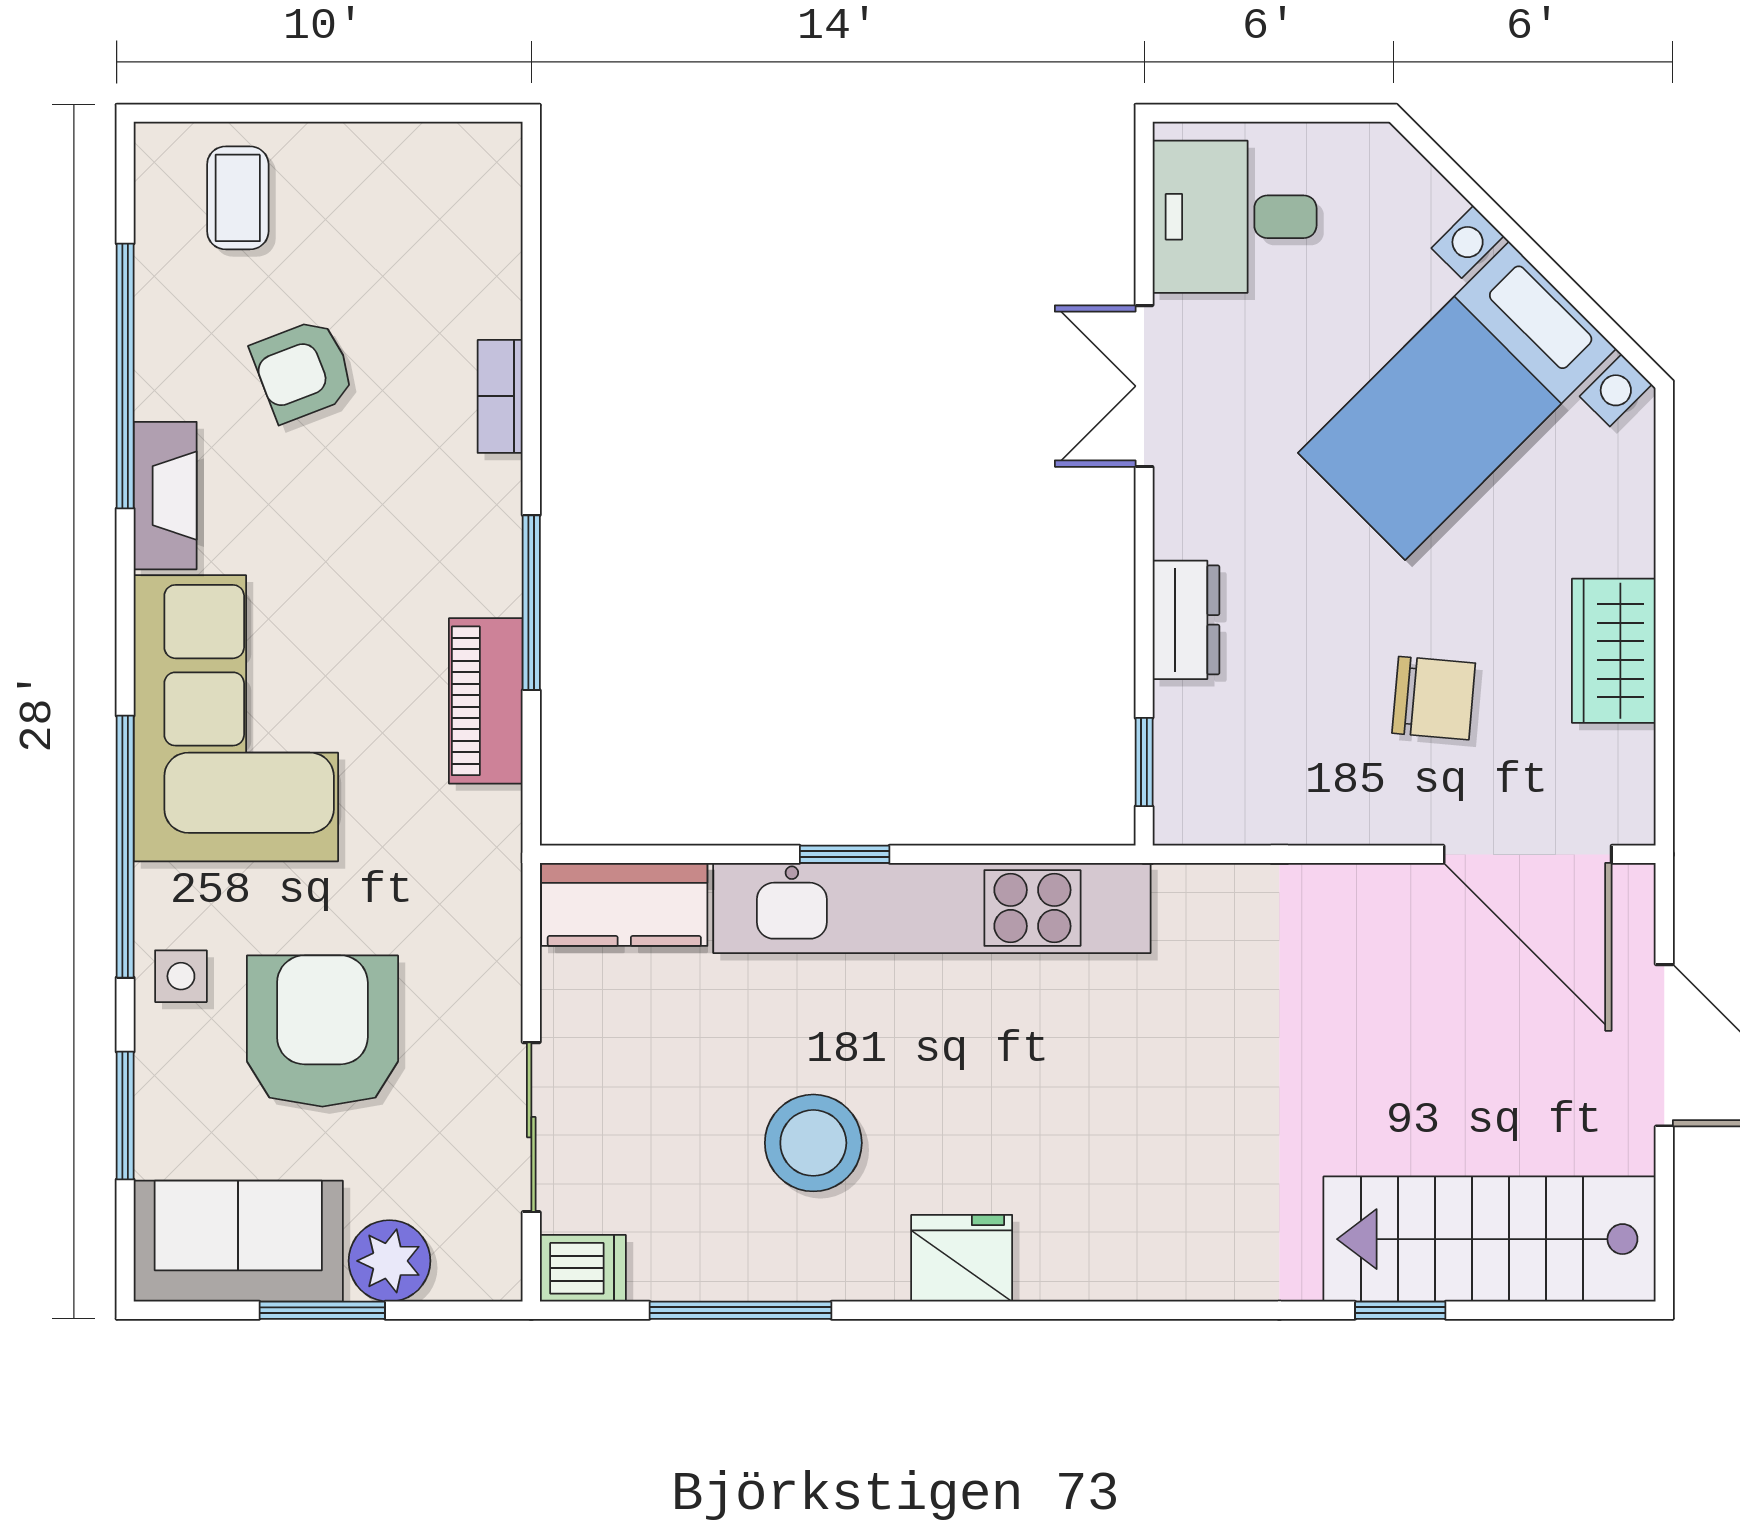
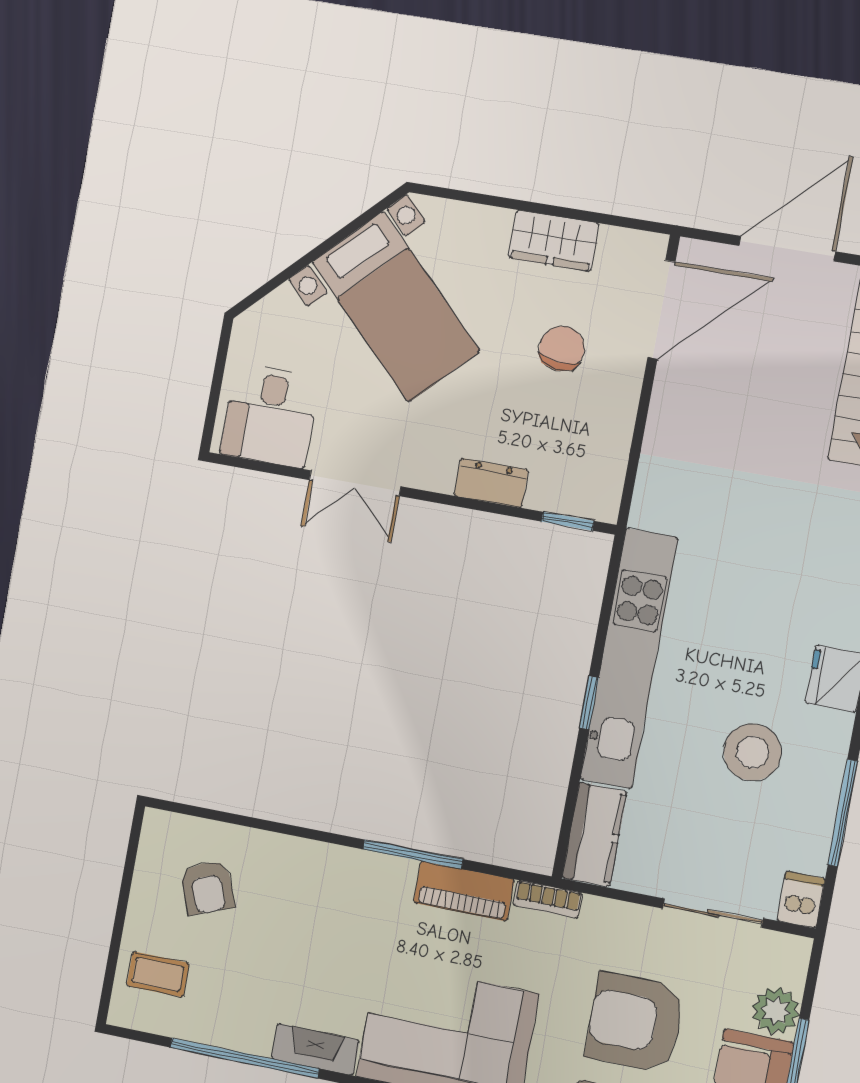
armchair: (303, 370) -> (207, 887), moved
bookcase: (500, 396) -> (548, 899), moved

